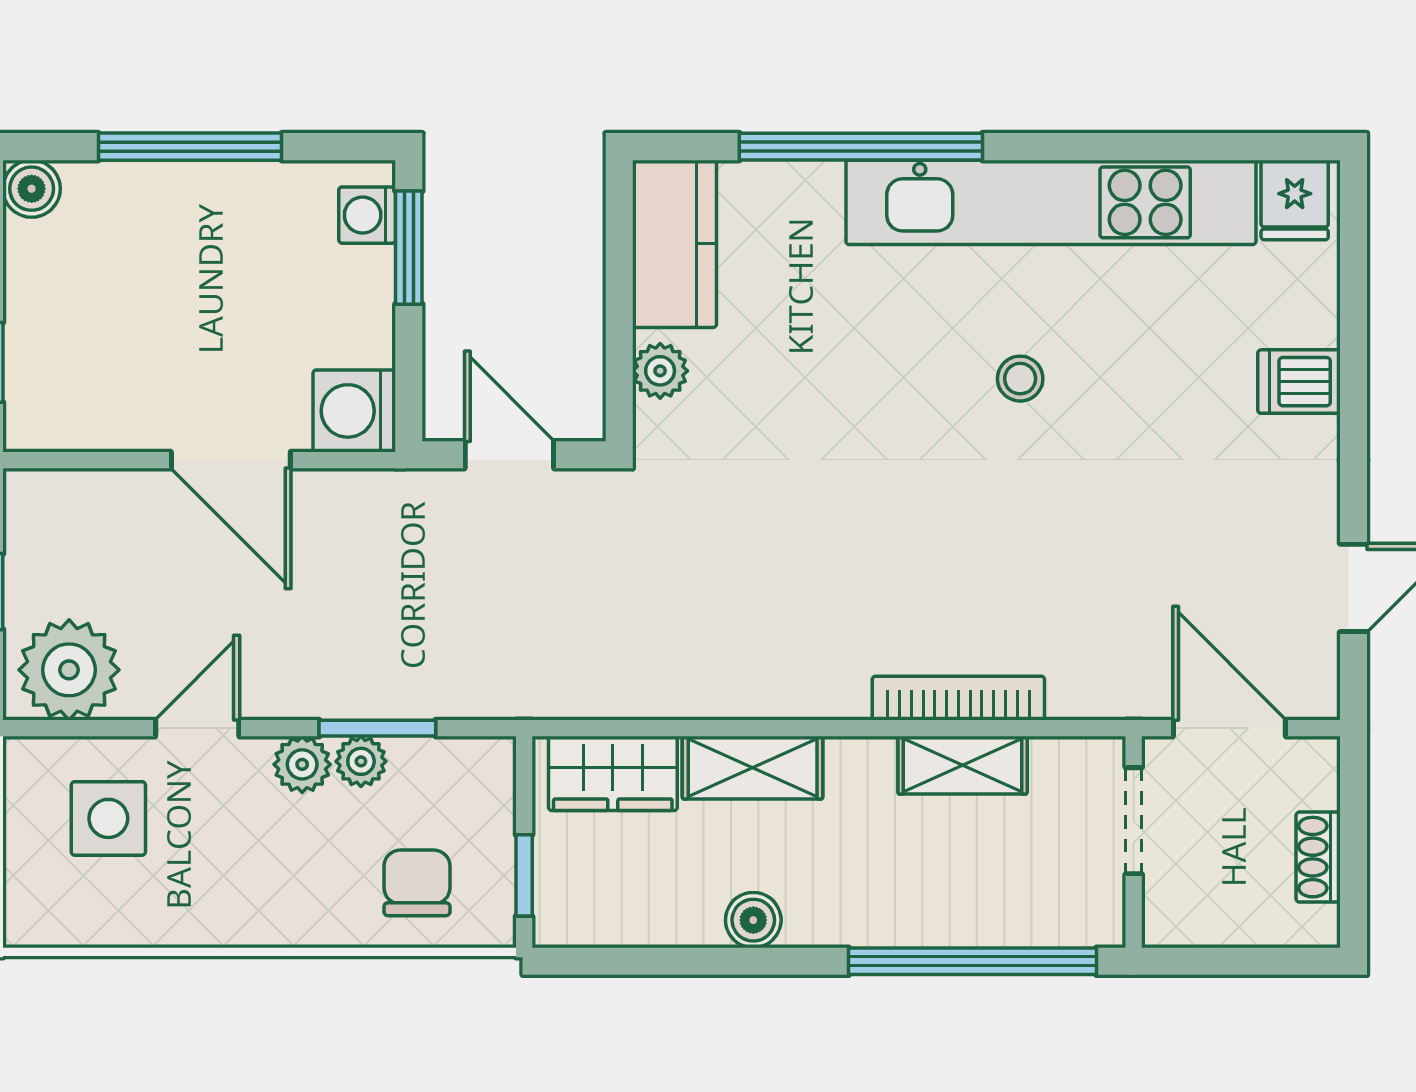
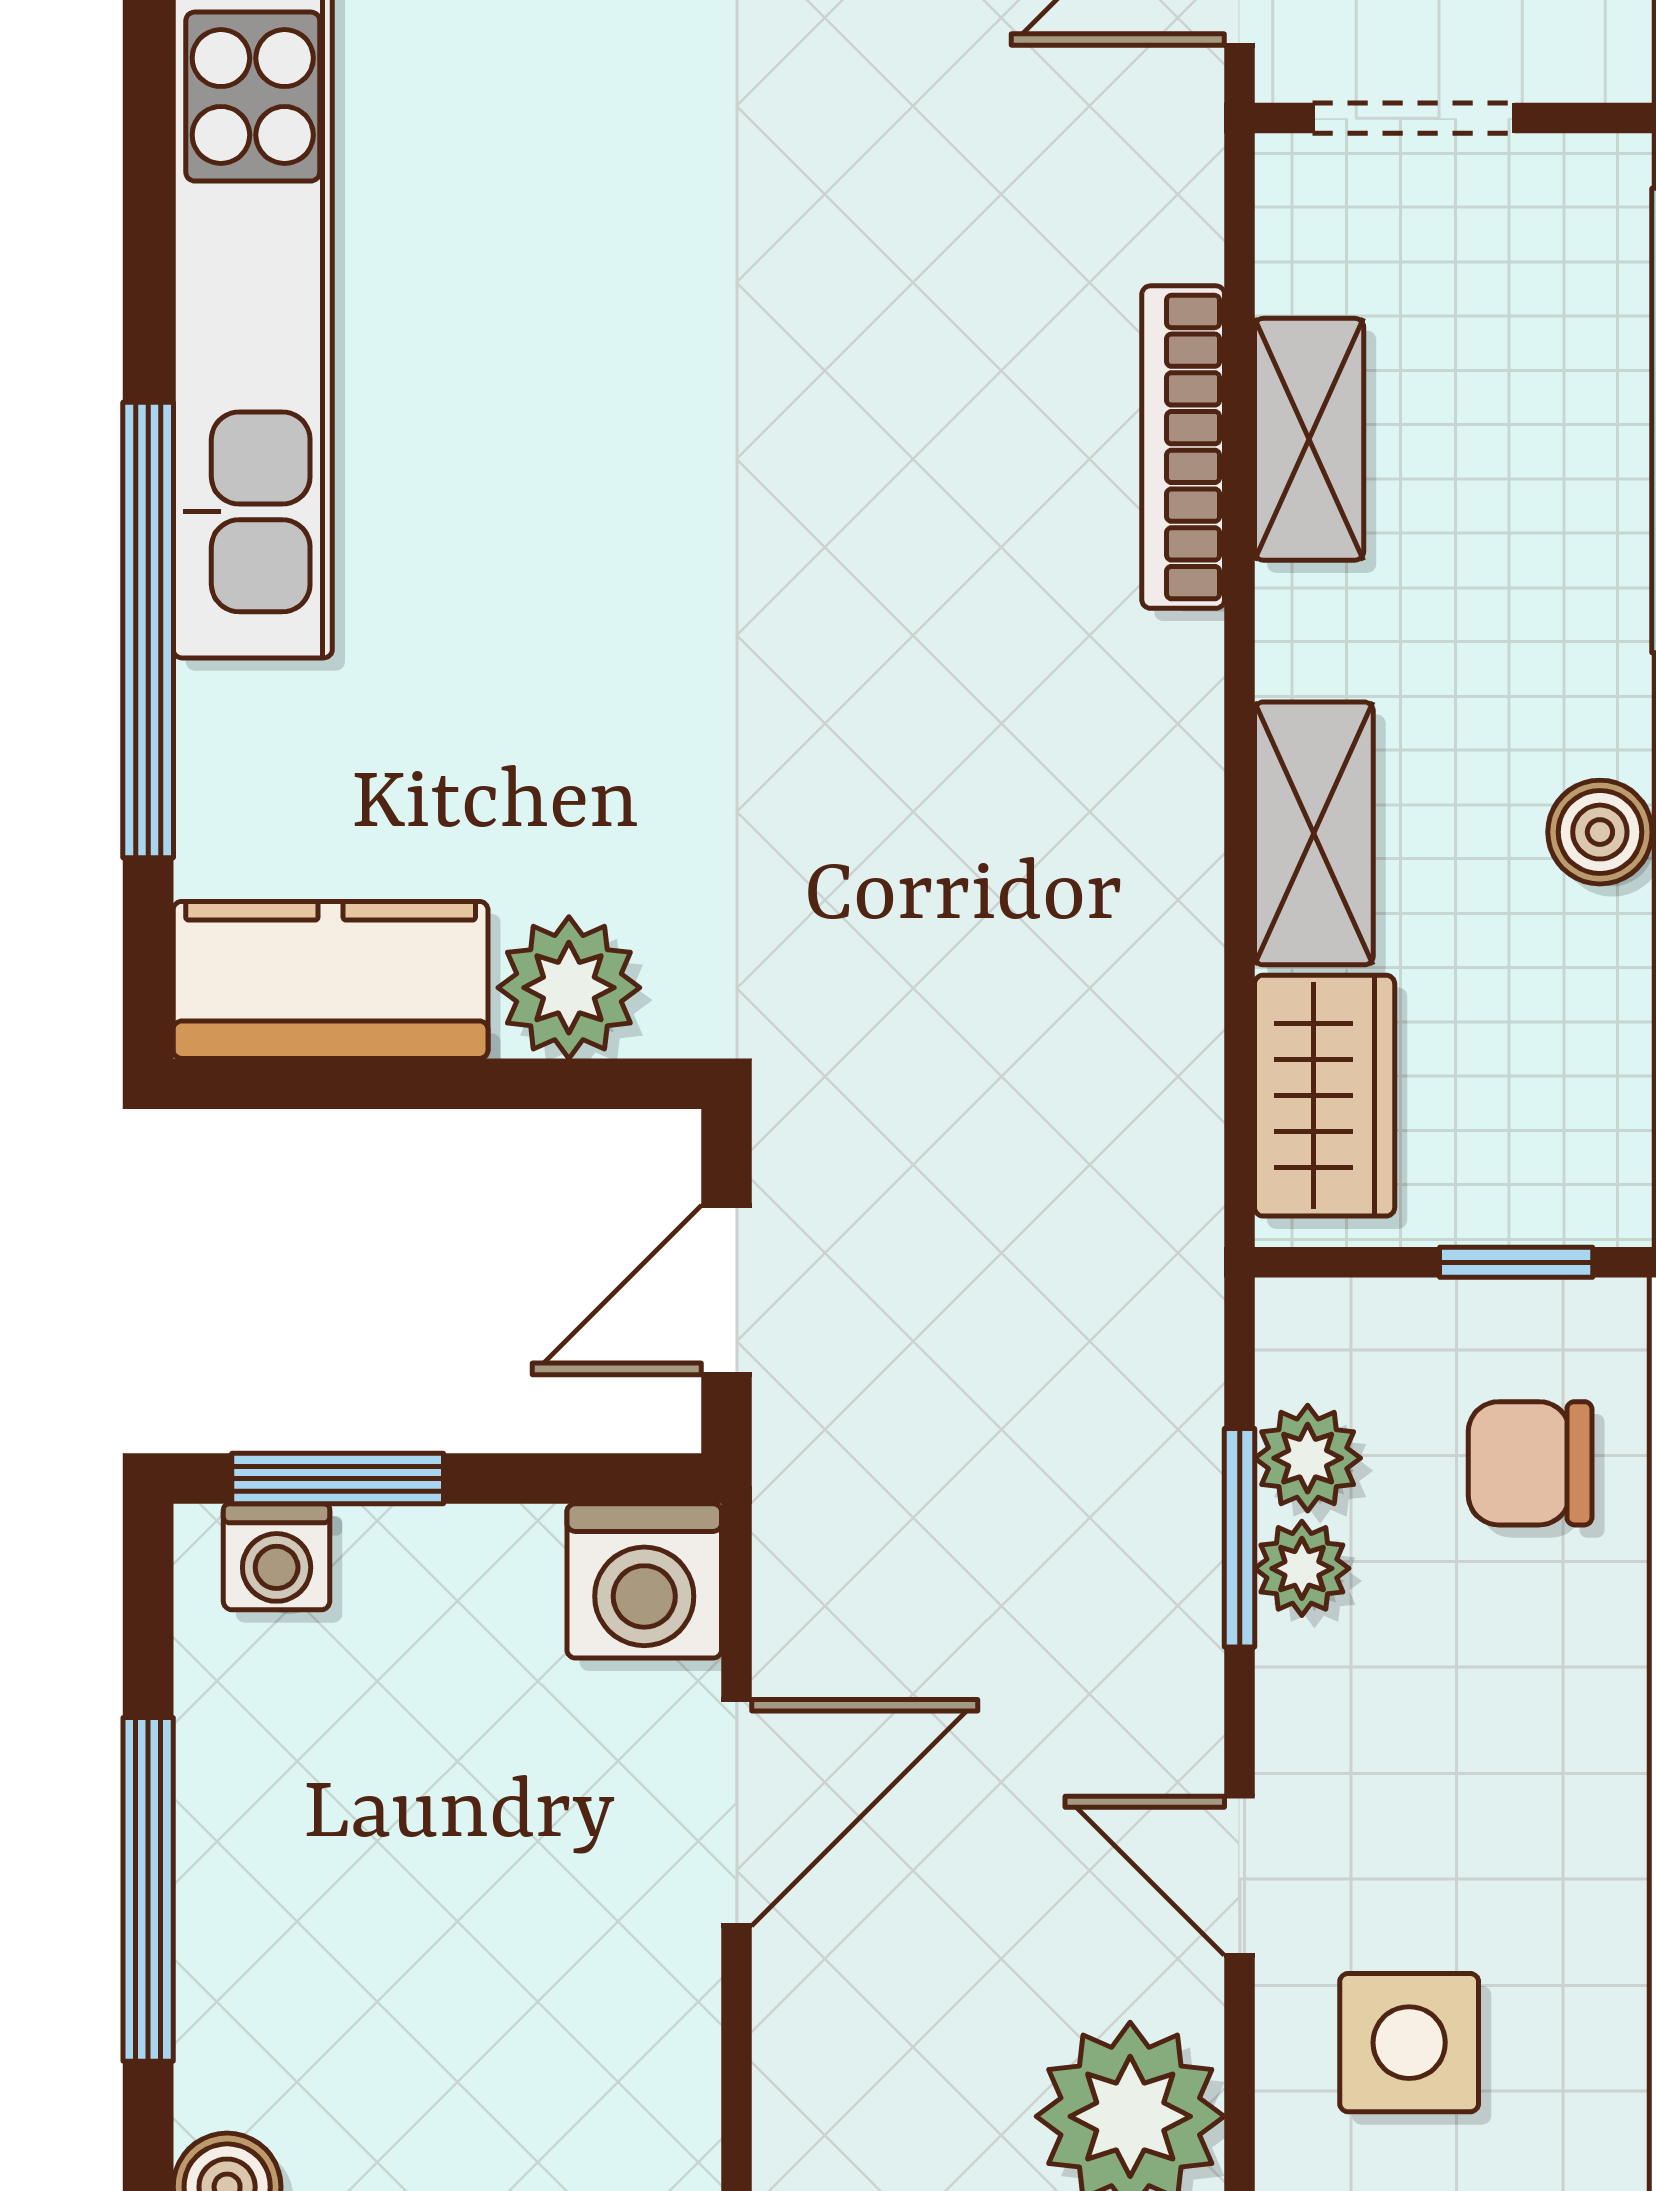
plant: (660, 371) -> (569, 988), width x1.38, depth x1.38
stool: (1020, 379) -> (584, 331), removed
plant: (302, 764) -> (1308, 1458), moved

